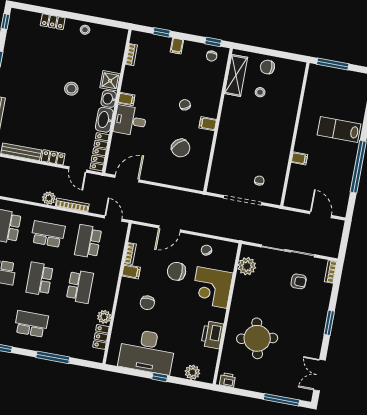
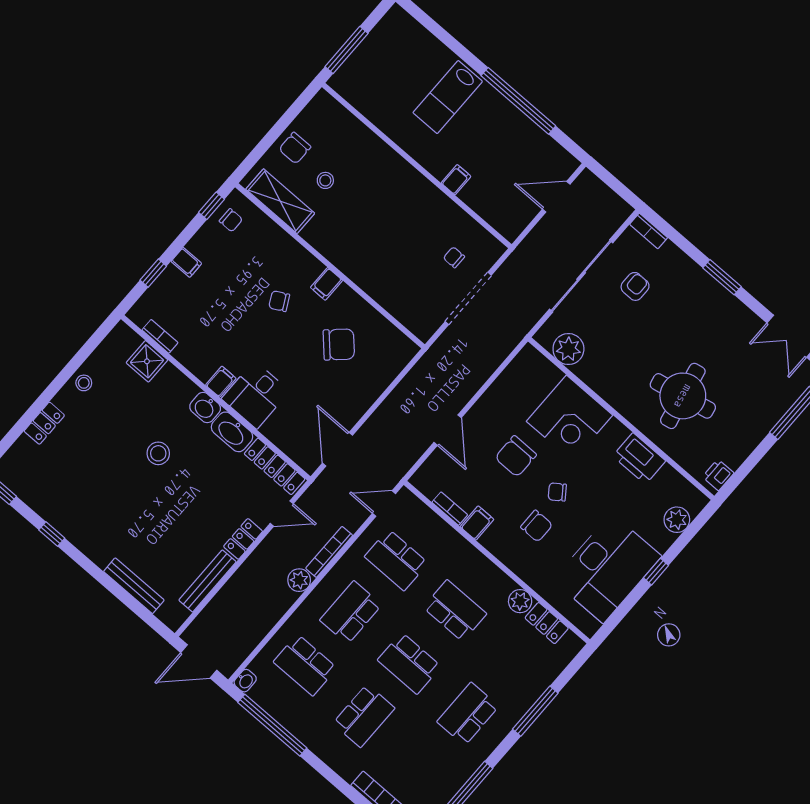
shower: (110, 81) -> (147, 361), moved
chair: (206, 250) -> (557, 492), moved

